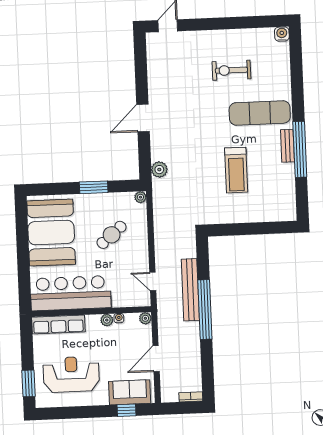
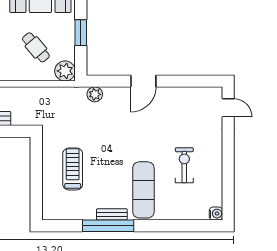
door: (143, 118) -> (143, 81), swing flipped
treadmill: (236, 170) -> (73, 169), moved, turned 90
plant: (140, 197) -> (65, 71), width x1.88, depth x1.88

